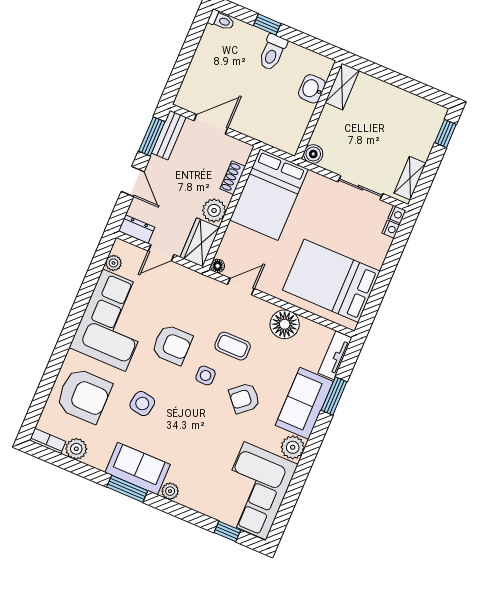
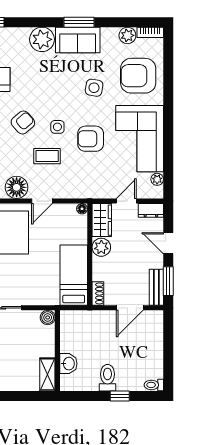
shoe rack: (233, 178) -> (98, 293), moved
bed: (269, 195) -> (74, 275), width x0.67
door: (241, 287) -> (42, 201), moved
plant: (170, 491) -> (42, 39), width x1.87, depth x1.87

